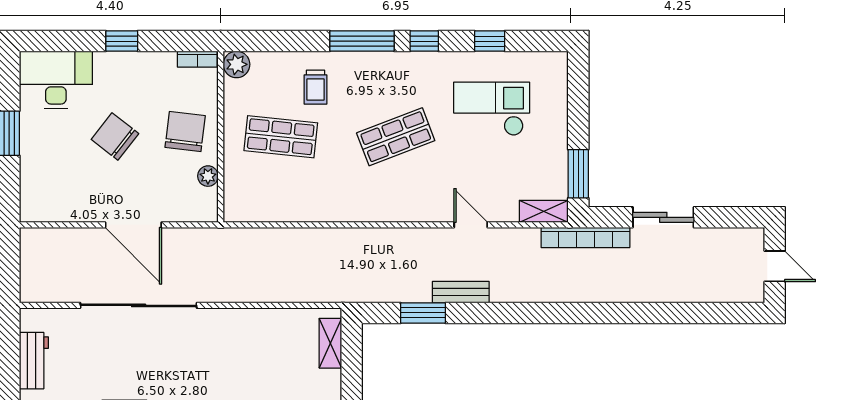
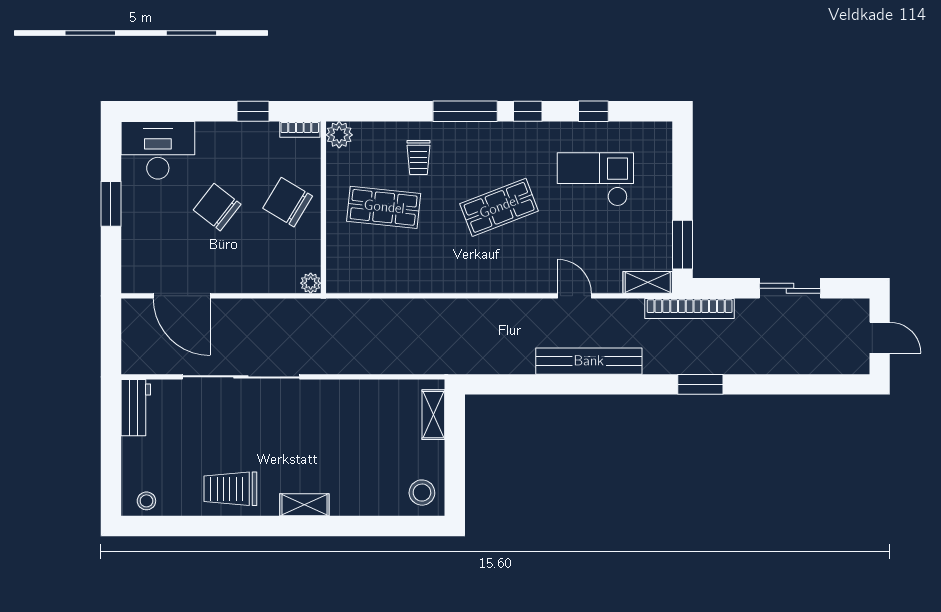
window: (122, 41) -> (253, 111), moved
chair: (185, 131) -> (288, 202), turned -66
plant: (208, 176) -> (311, 283), moved
sliding door: (663, 217) -> (790, 288), moved
door: (133, 225) -> (182, 296), moved
bench: (461, 292) -> (589, 361), width x1.86, depth x1.21
window: (423, 313) -> (700, 384), moved
workbench: (34, 361) -> (136, 408), moved

